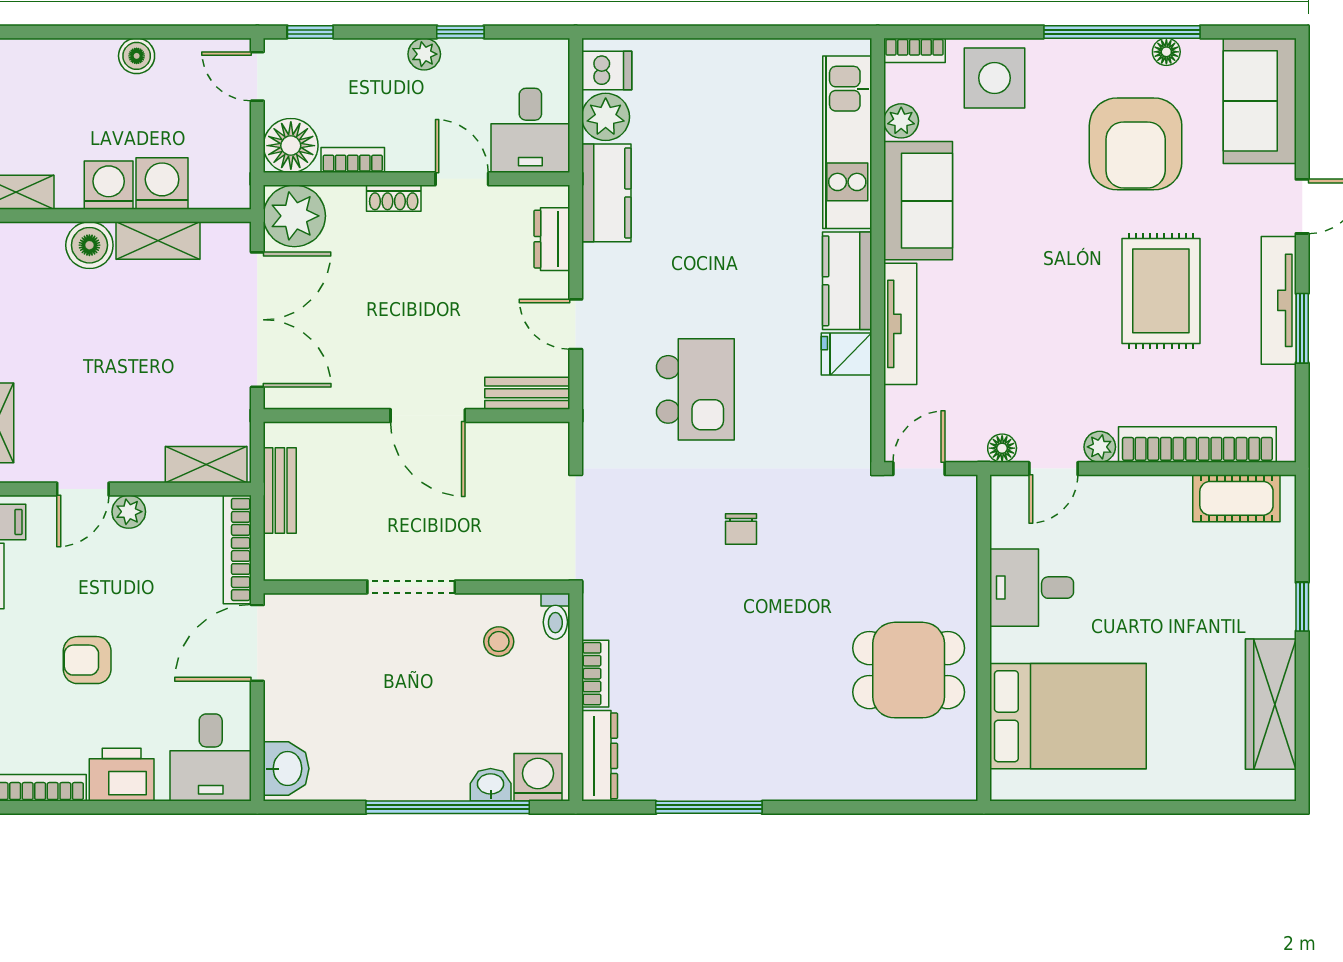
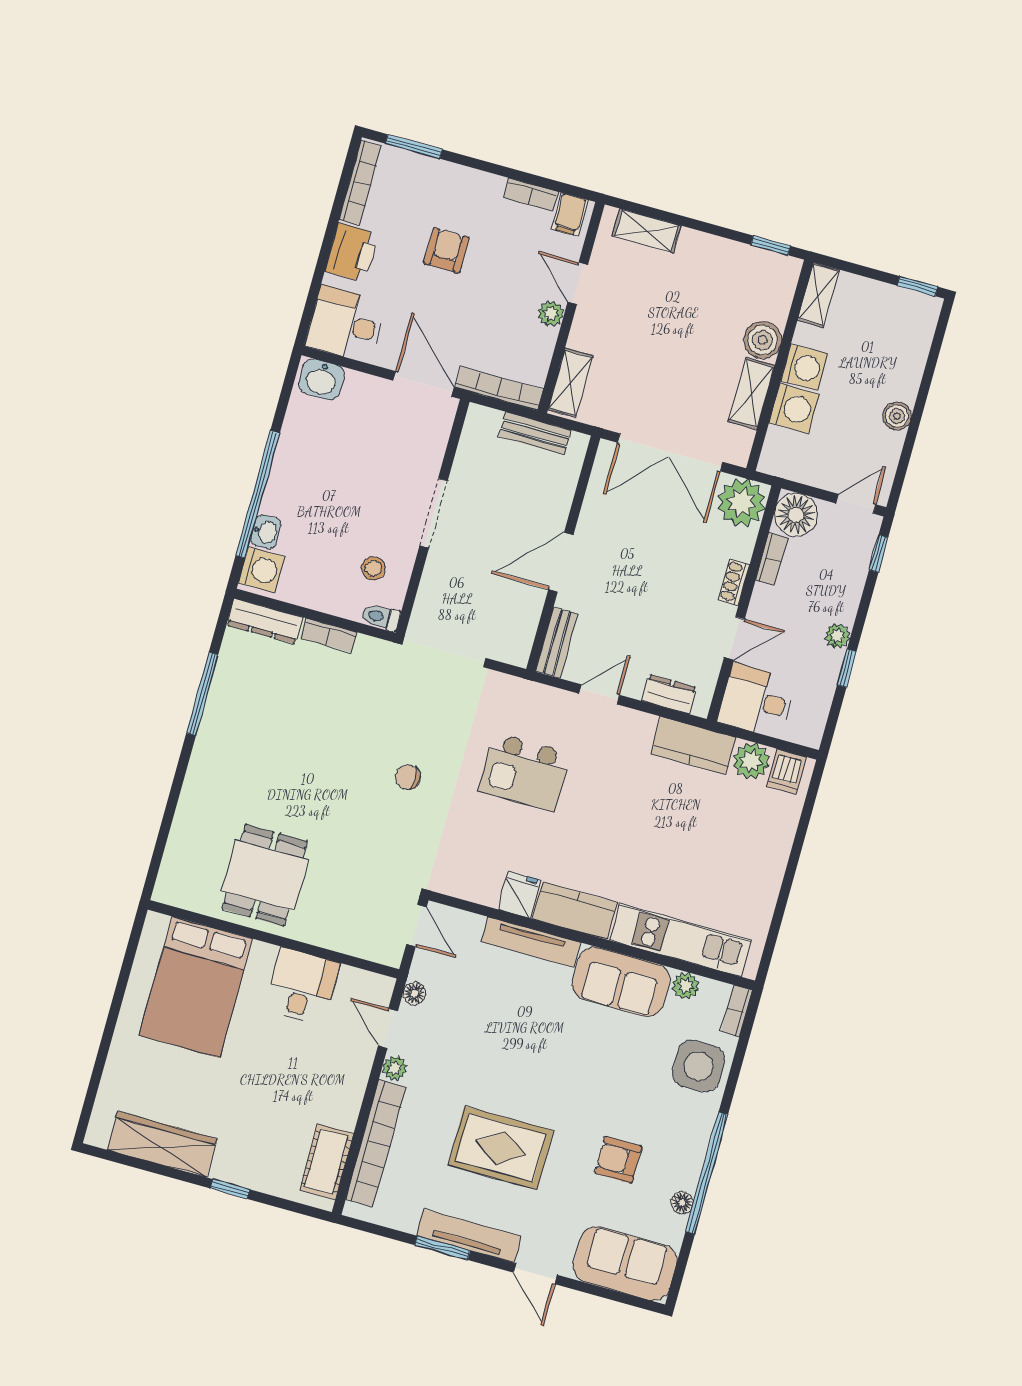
armchair: (1136, 144) -> (618, 1160), width x0.53, depth x0.53

